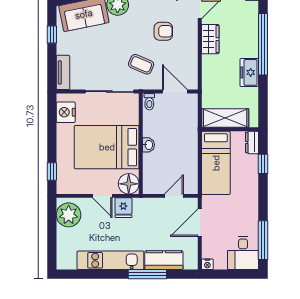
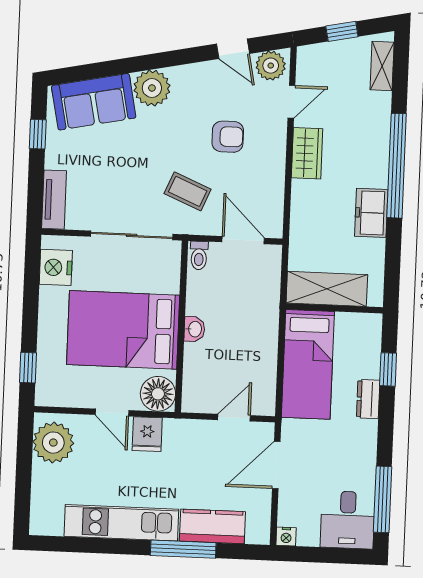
dresser: (252, 142) -> (368, 399), moved

